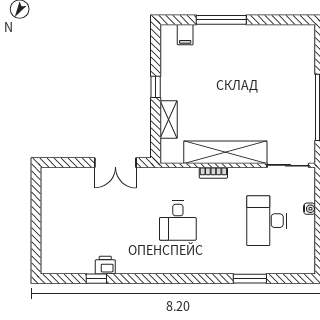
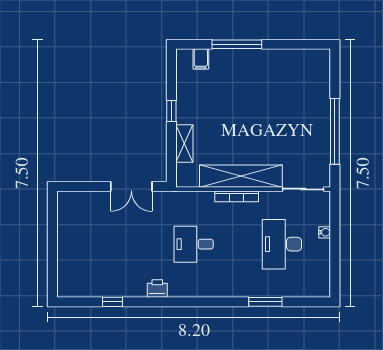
bookcase: (213, 173) -> (237, 196), width x1.56
desk: (178, 221) -> (194, 244), turned 90
printer: (105, 265) -> (157, 288), moved

